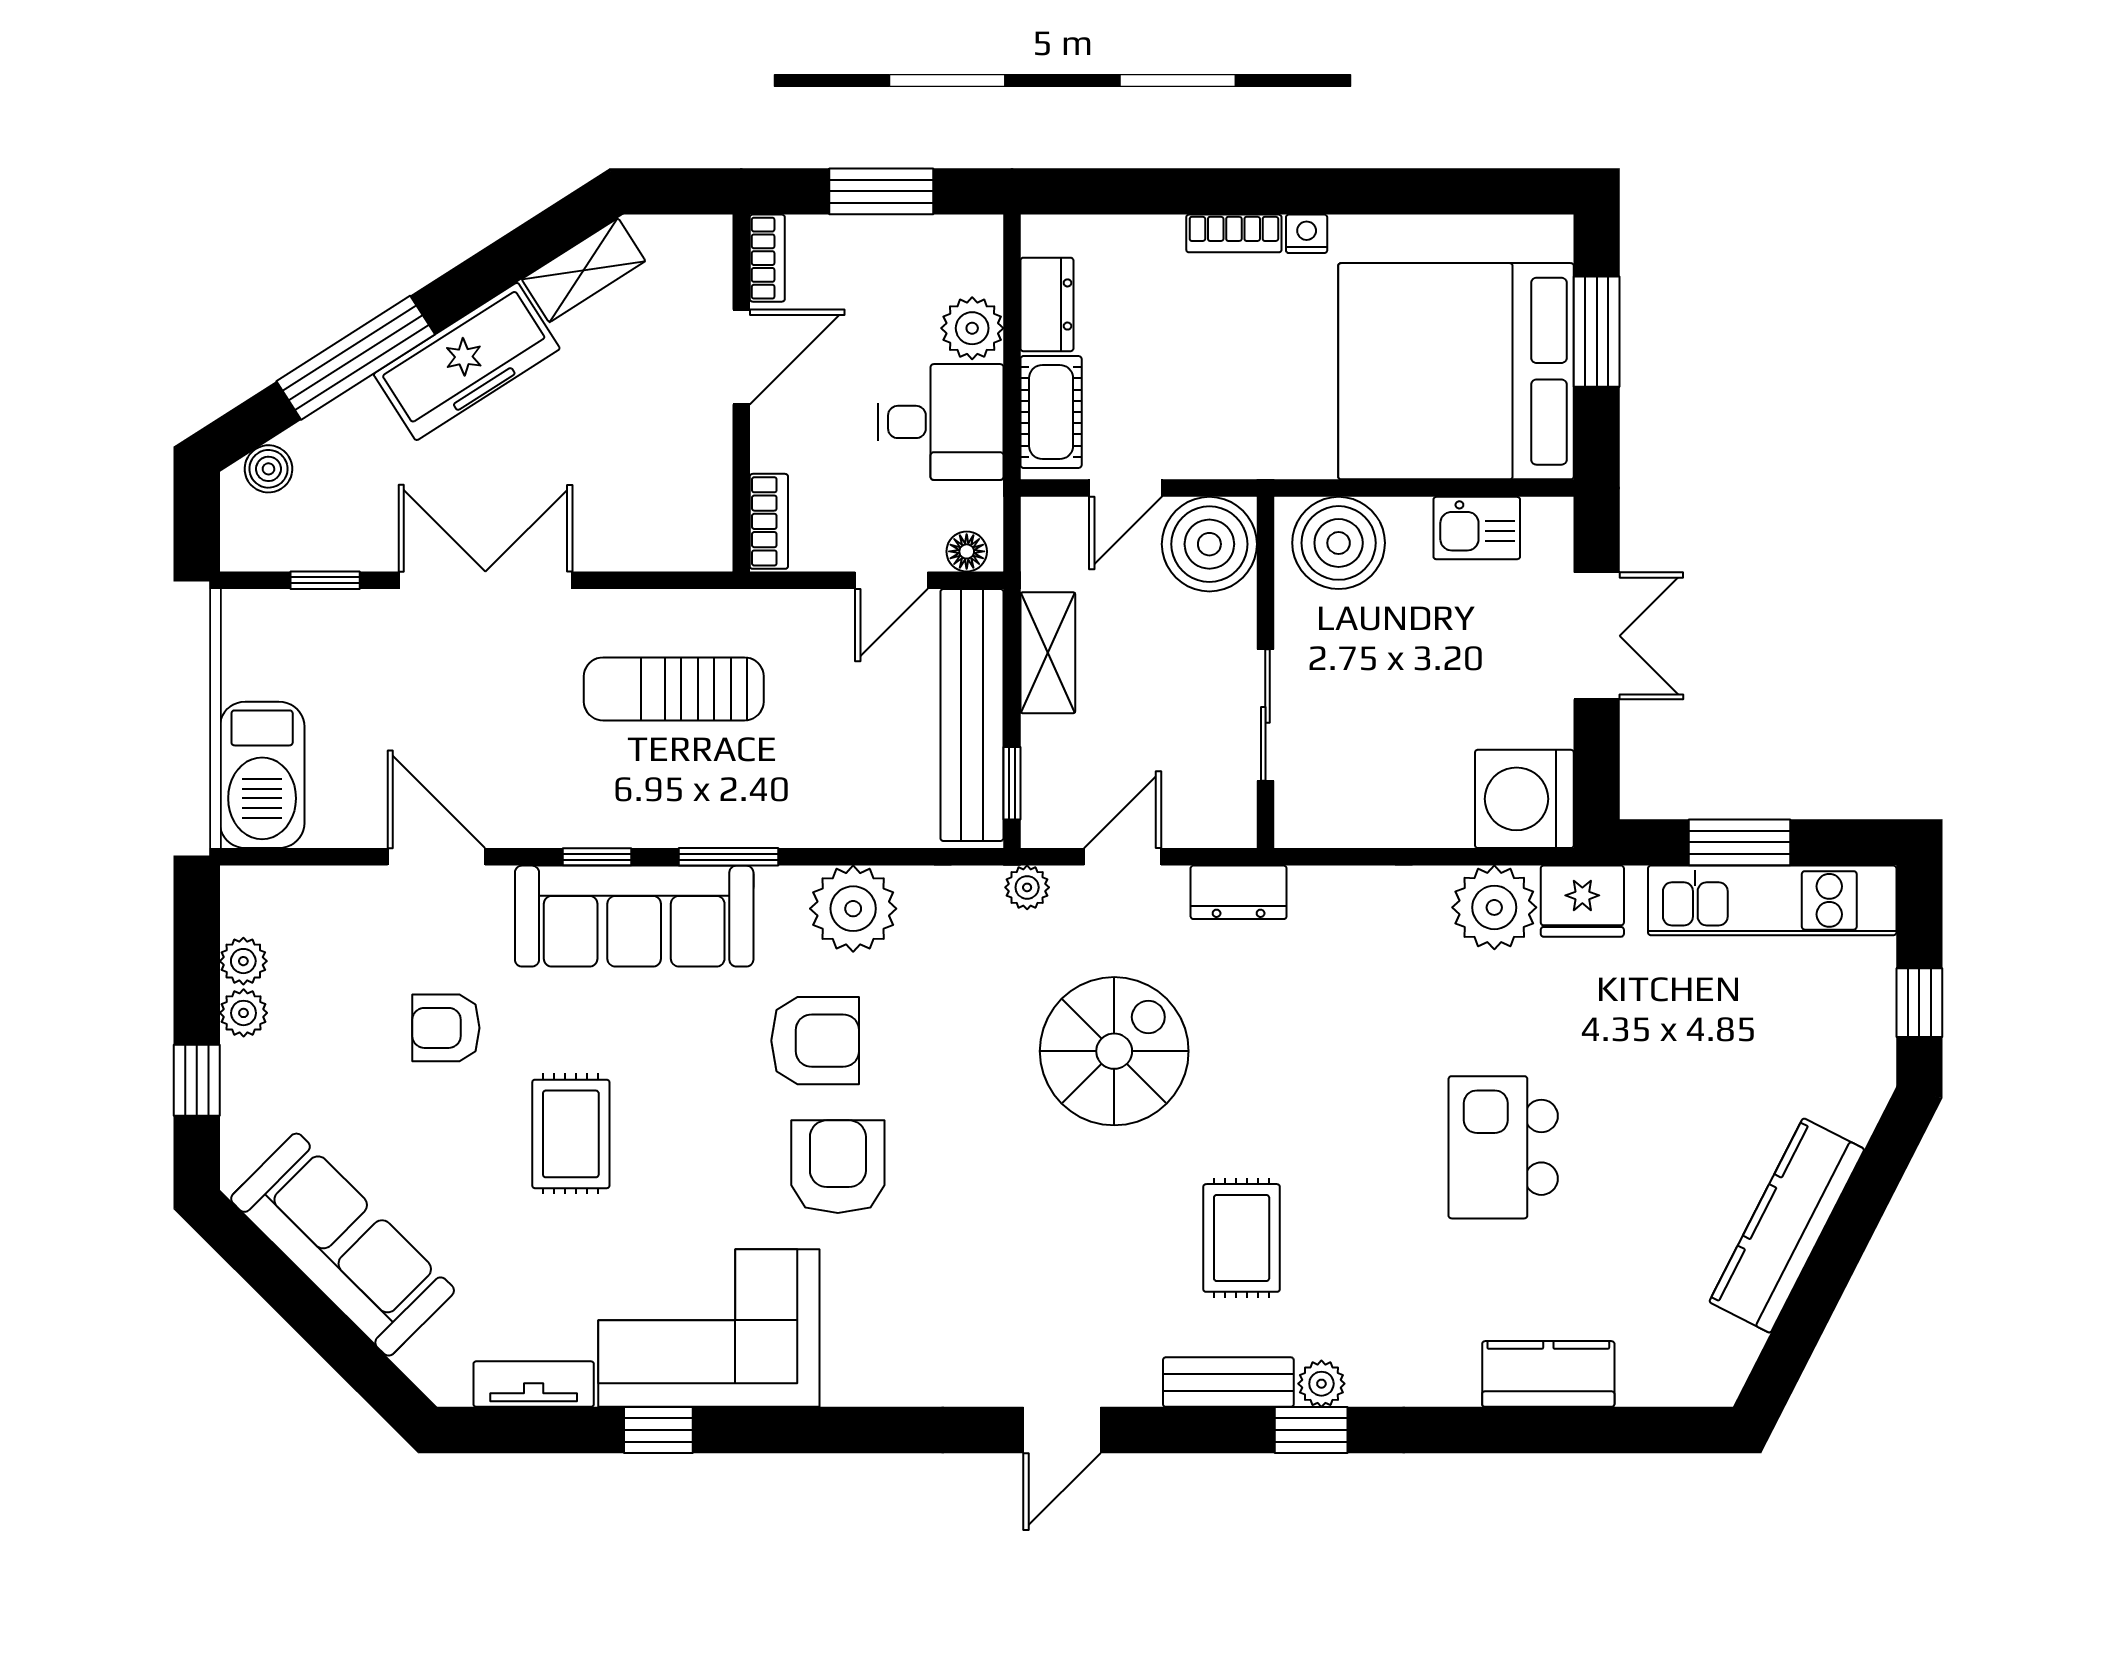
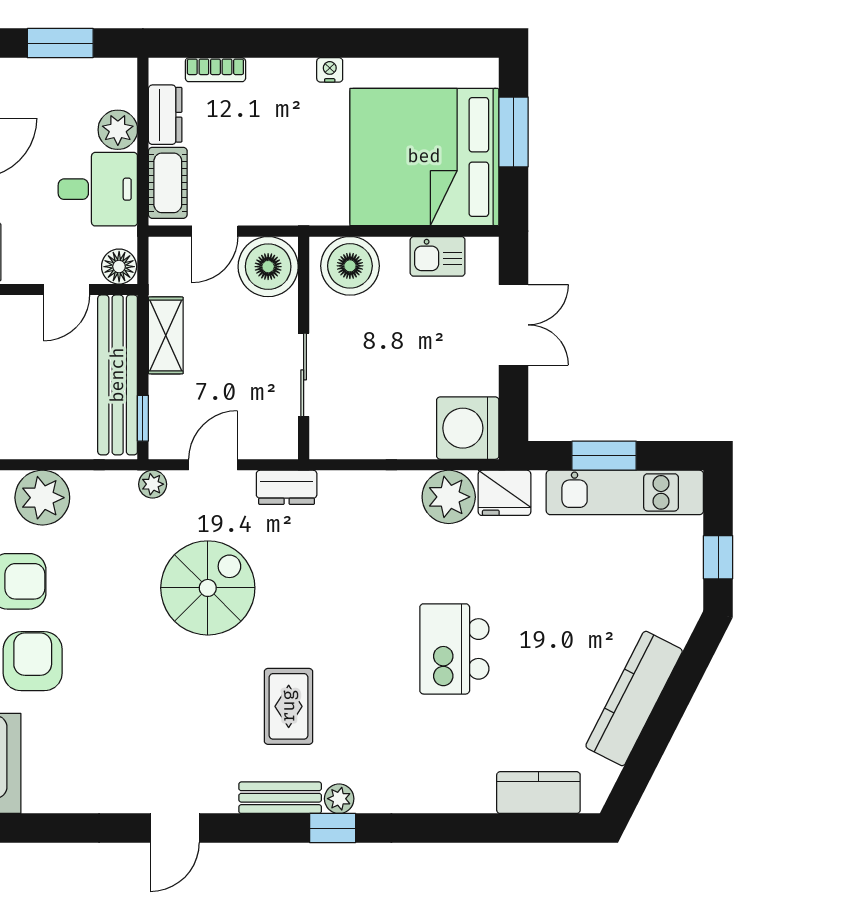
bookcase: (1234, 233) -> (215, 70), moved
floor lamp: (967, 551) -> (119, 267), width x1.37, depth x1.37
kitchen counter: (1548, 1374) -> (538, 793), moved

